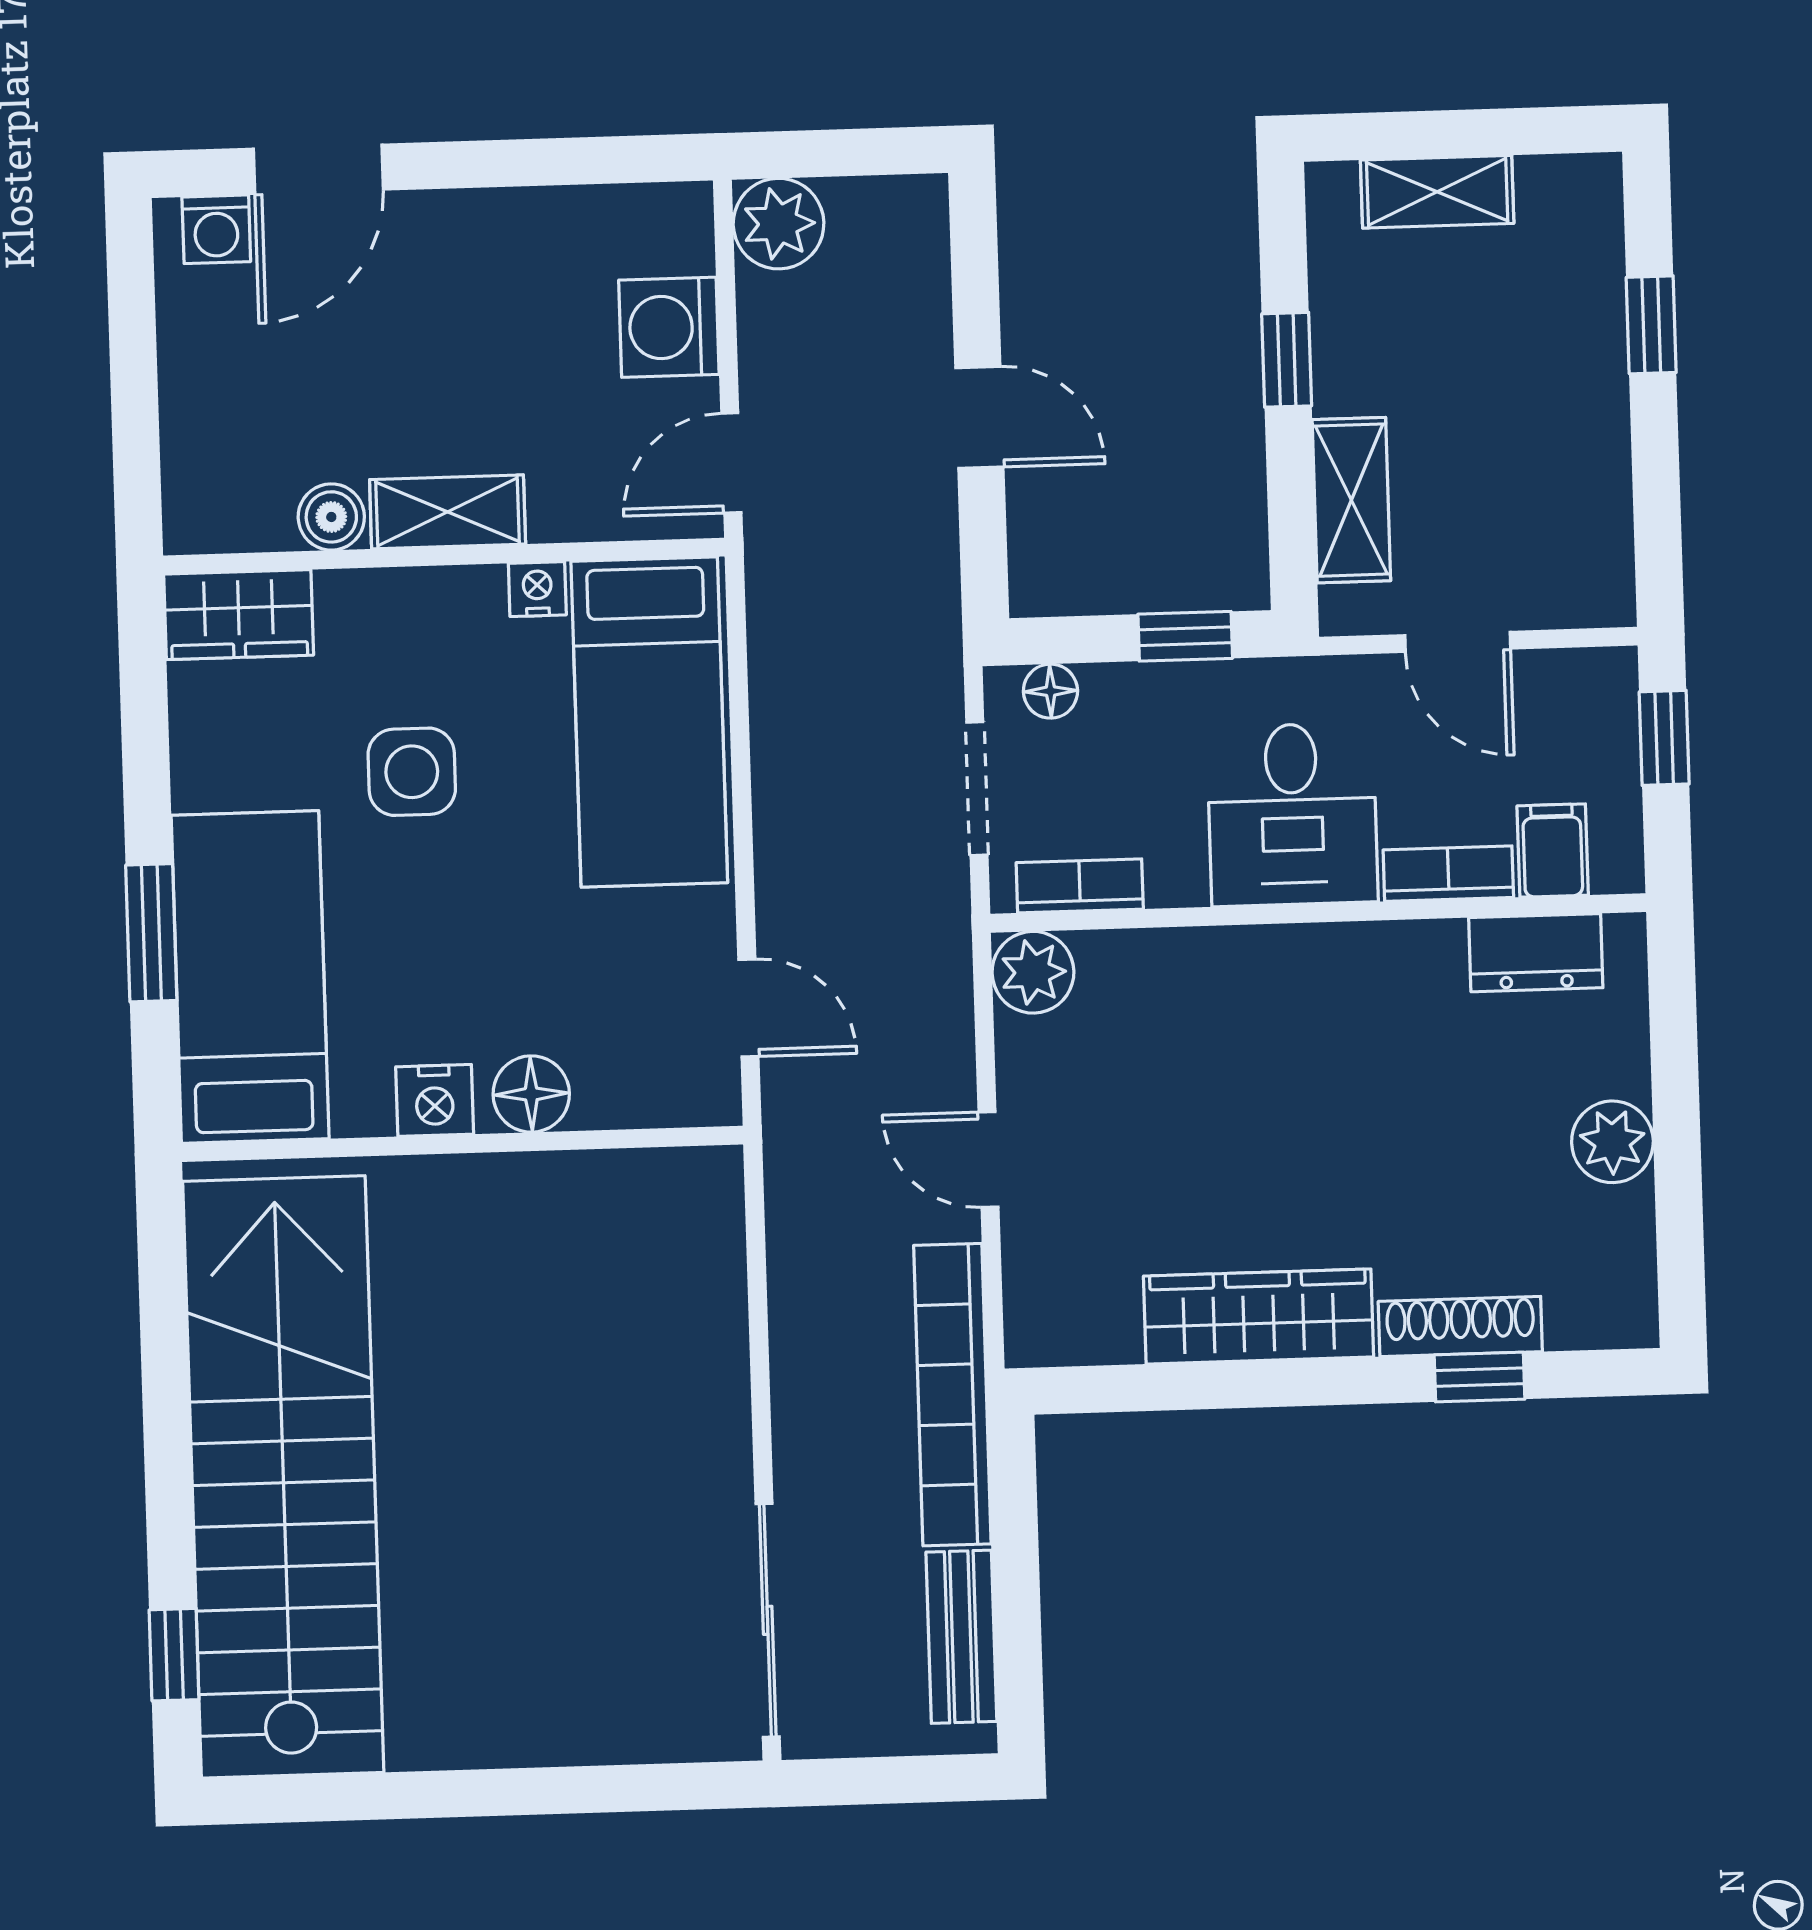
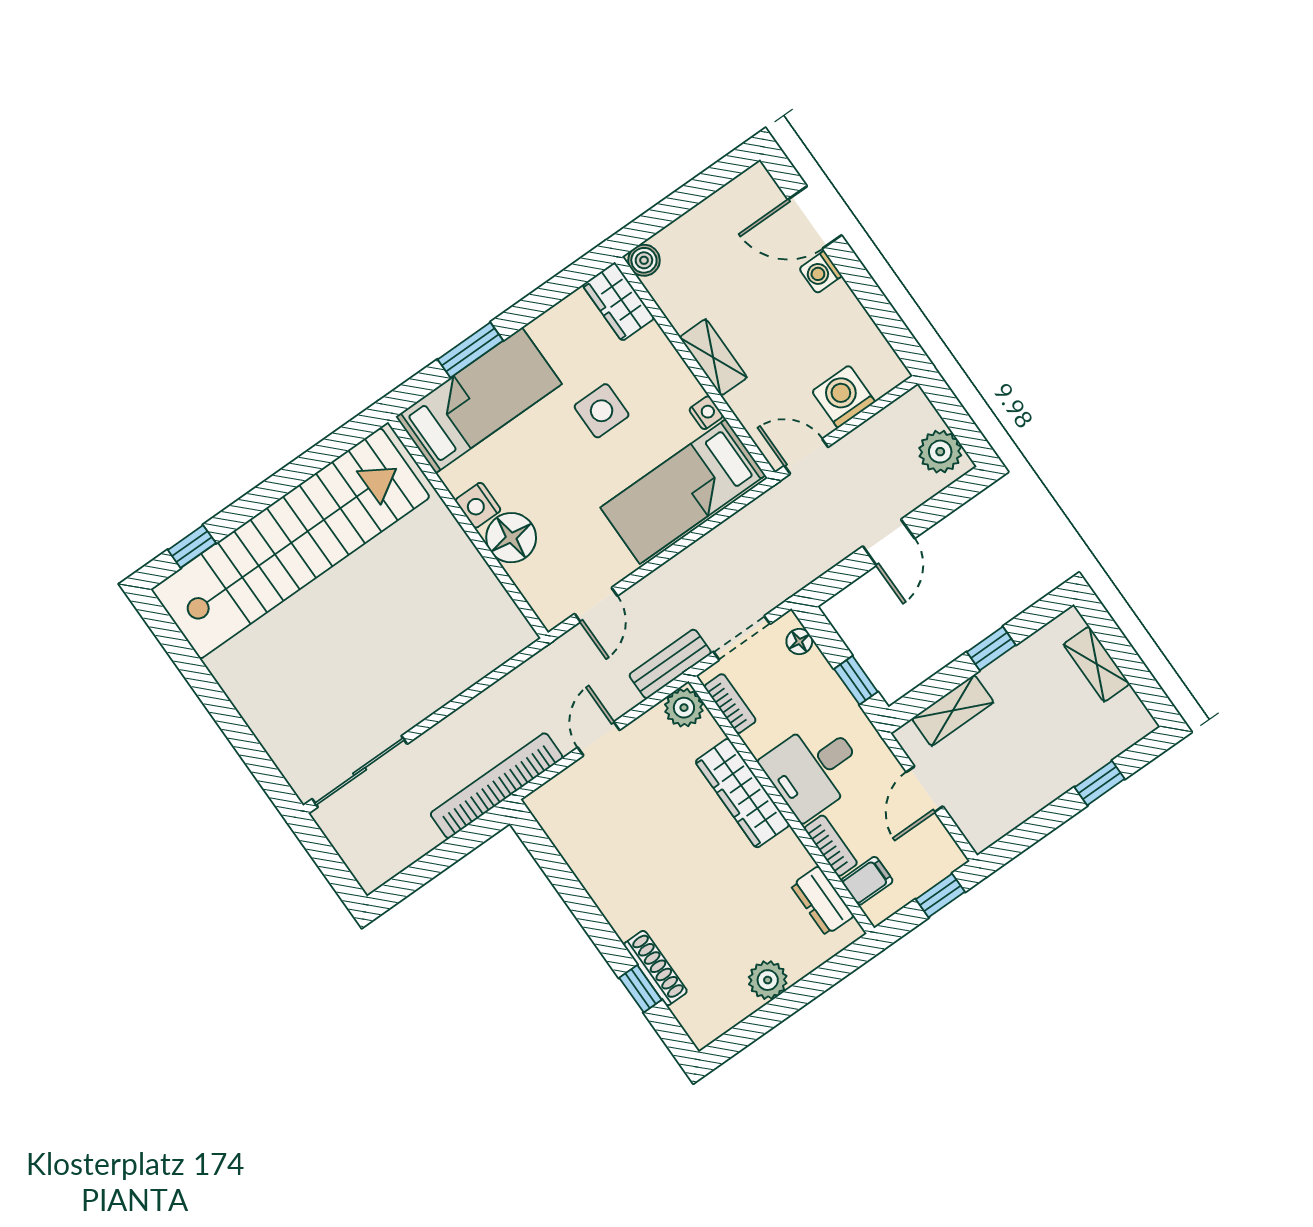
plant: (779, 224) -> (940, 452), moved
washing machine: (216, 229) -> (821, 272), moved
boiler: (331, 517) -> (644, 260), moved
floor lamp: (531, 1094) -> (511, 538), width x1.38, depth x1.38
wardrobe: (1259, 1316) -> (742, 793), moved, turned 180
bench: (961, 1637) -> (670, 664), moved

